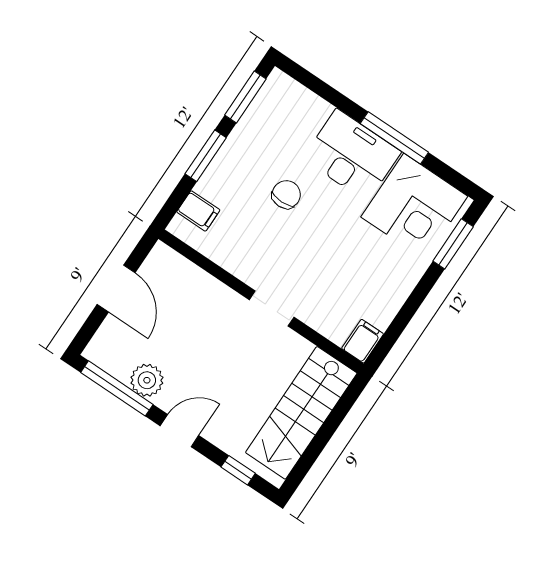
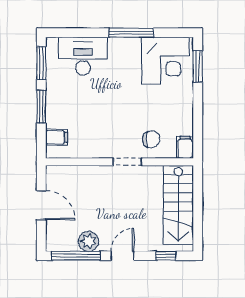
desk: (352, 155) -> (83, 56), moved
chair: (286, 195) -> (151, 139), moved, turned 90

